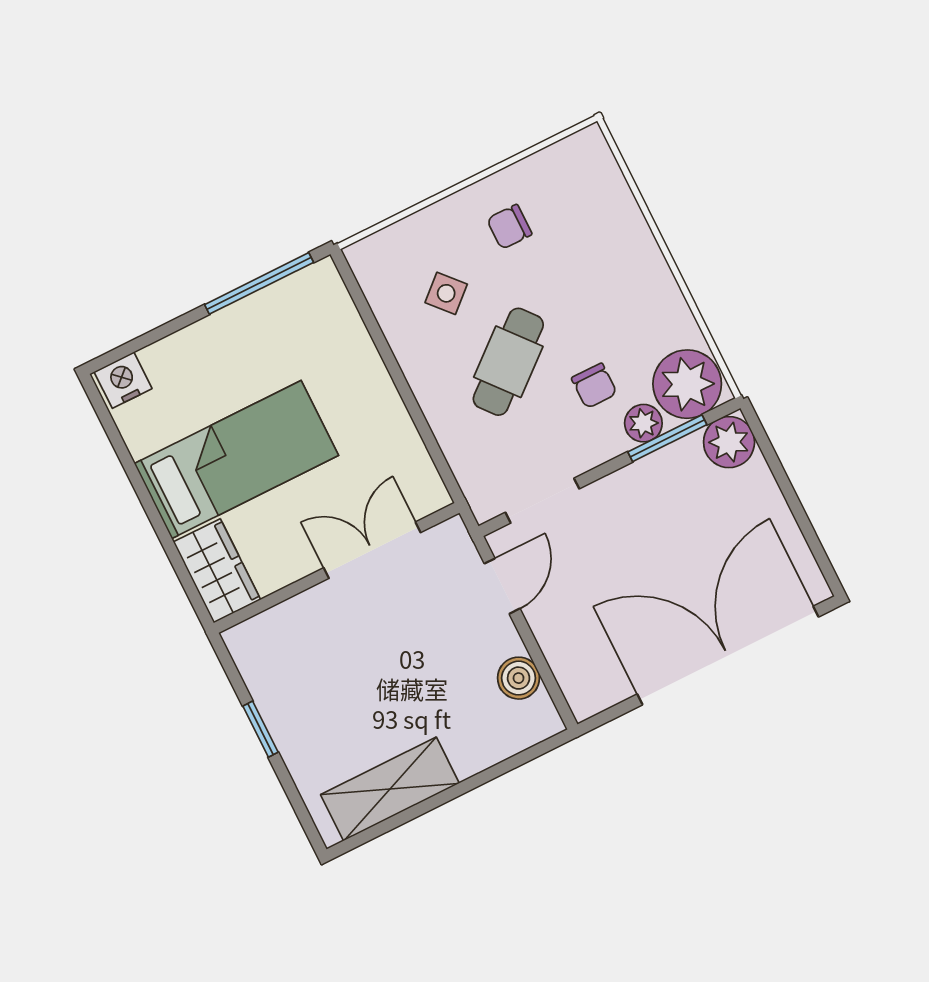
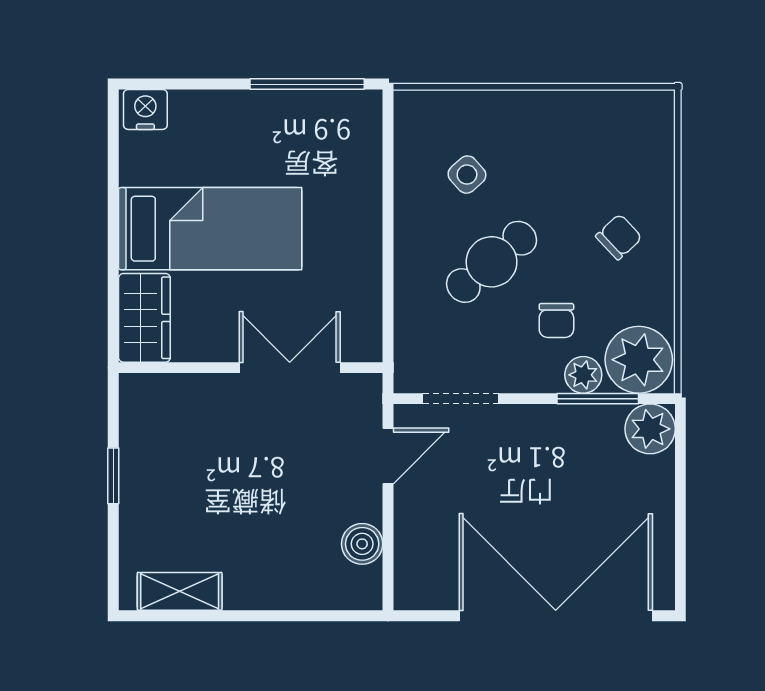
chair: (509, 227) -> (619, 237), moved, turned 137
shelving: (390, 789) -> (180, 591), width x0.67, depth x0.75

